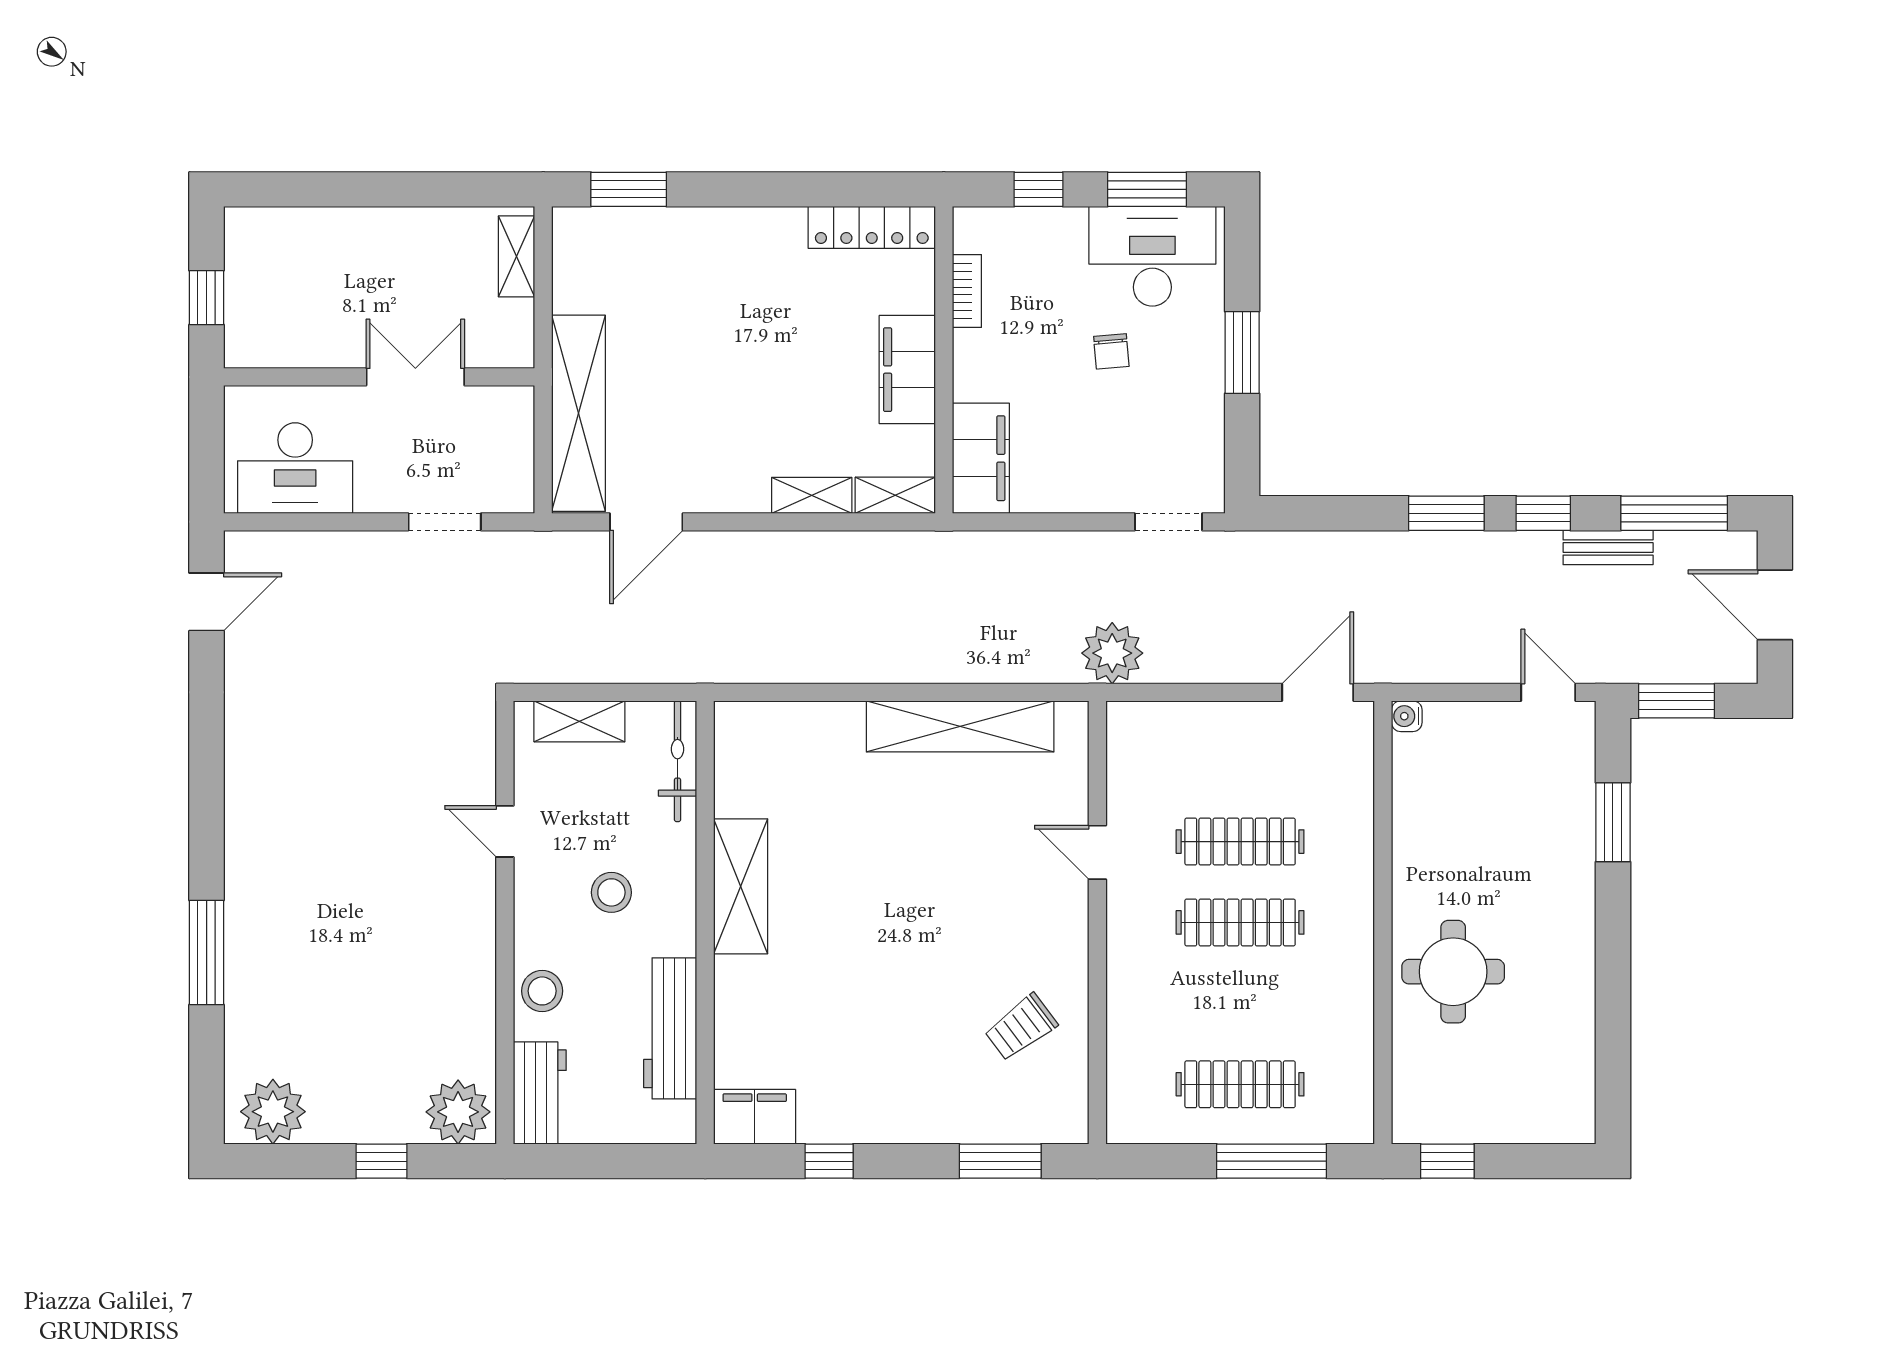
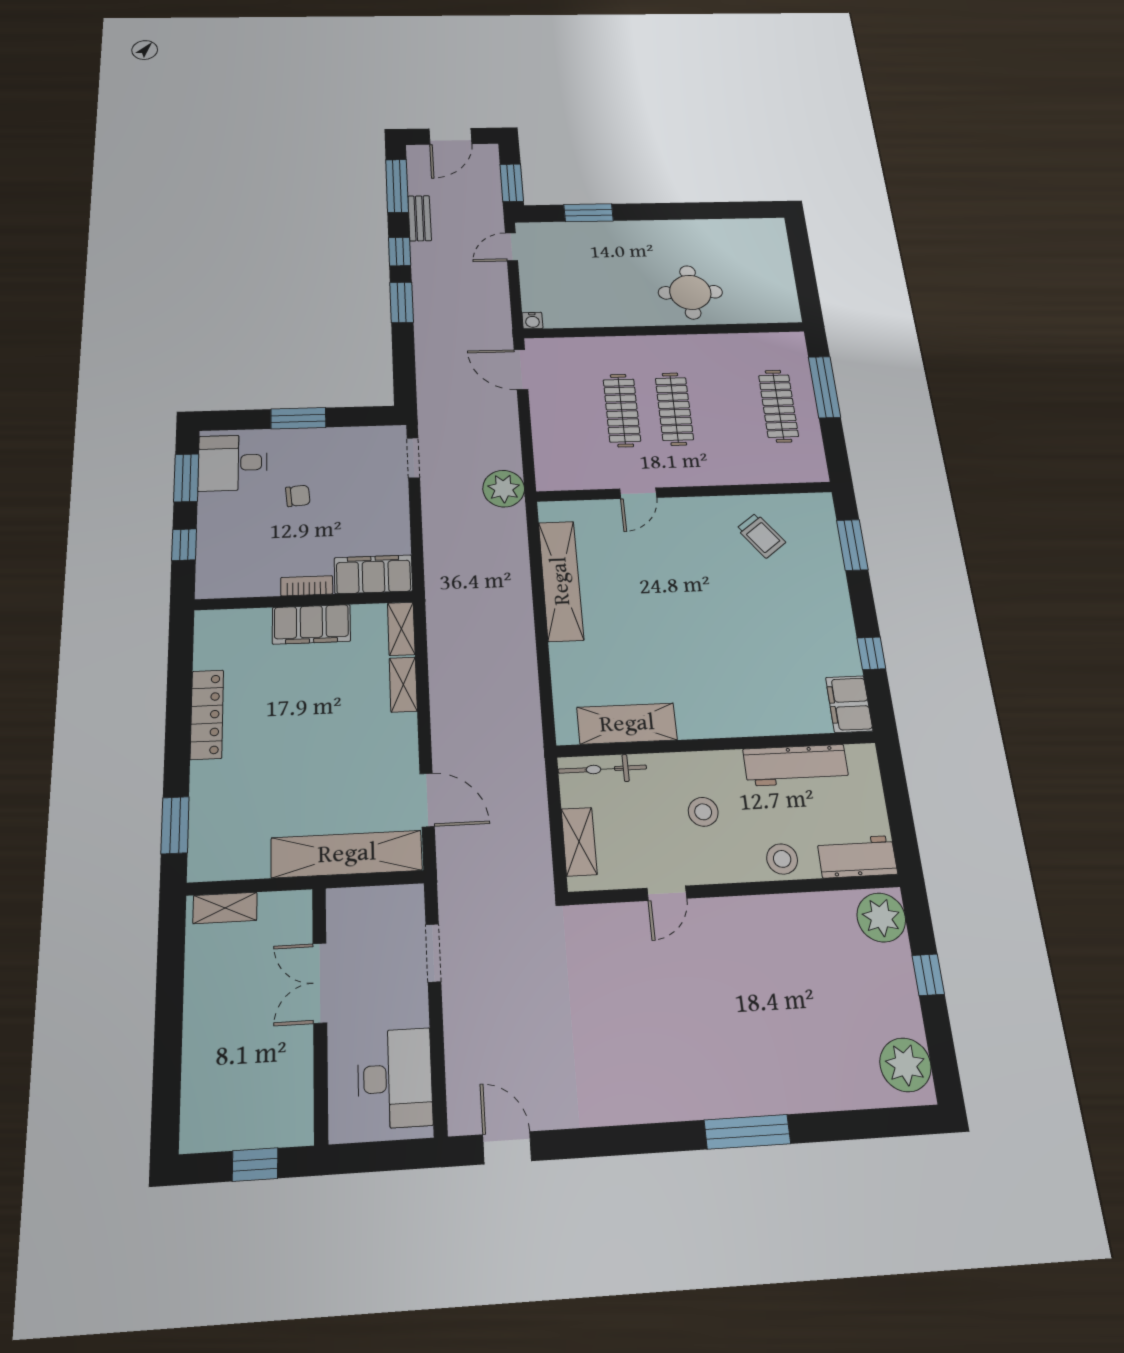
locker: (872, 227) -> (207, 714), moved
desk: (1152, 256) -> (233, 463), width x0.73
bookcase: (967, 291) -> (307, 586), moved
shelving: (741, 886) -> (627, 724), moved
window: (207, 952) -> (747, 1132), moved
window: (1447, 1161) -> (808, 293), removed

